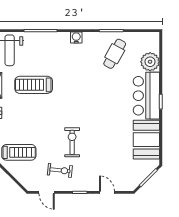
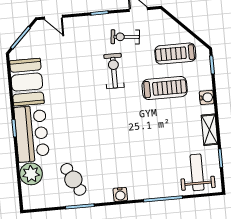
cafe table: (115, 54) -> (73, 179), turned -56
treadmill: (34, 85) -> (165, 88), moved
exercise bike: (72, 142) -> (114, 71), turned 180
door: (107, 192) -> (53, 17), moved

